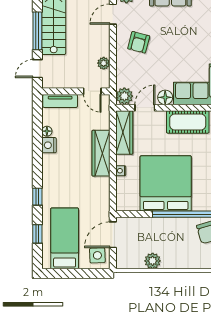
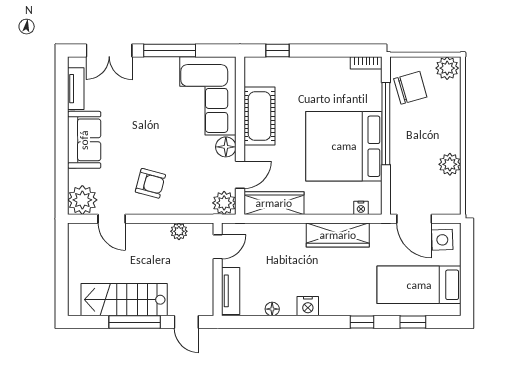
door: (145, 108) -> (240, 175), swing flipped
nightstand: (49, 145) -> (308, 306), moved
wardrobe: (101, 153) -> (338, 235), moved
nightstand: (121, 171) -> (361, 208), moved

